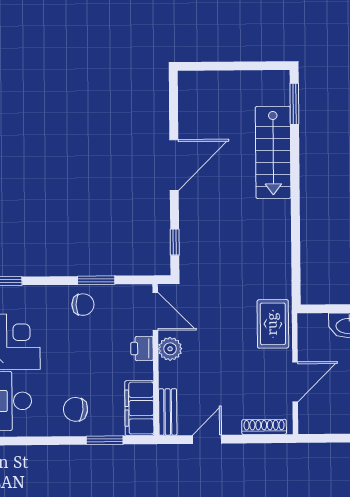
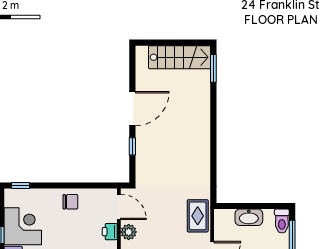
stairs: (273, 152) -> (180, 57), moved, turned -90
window: (175, 242) -> (132, 146), moved
window: (96, 280) -> (79, 186), removed

